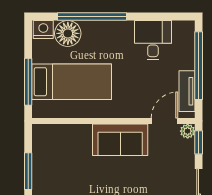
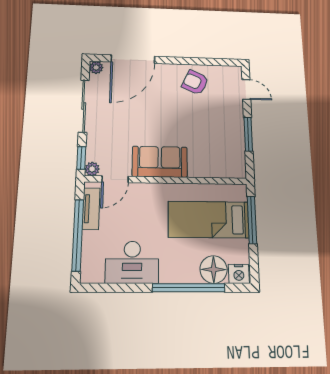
desk: (153, 40) -> (132, 262), width x1.37

